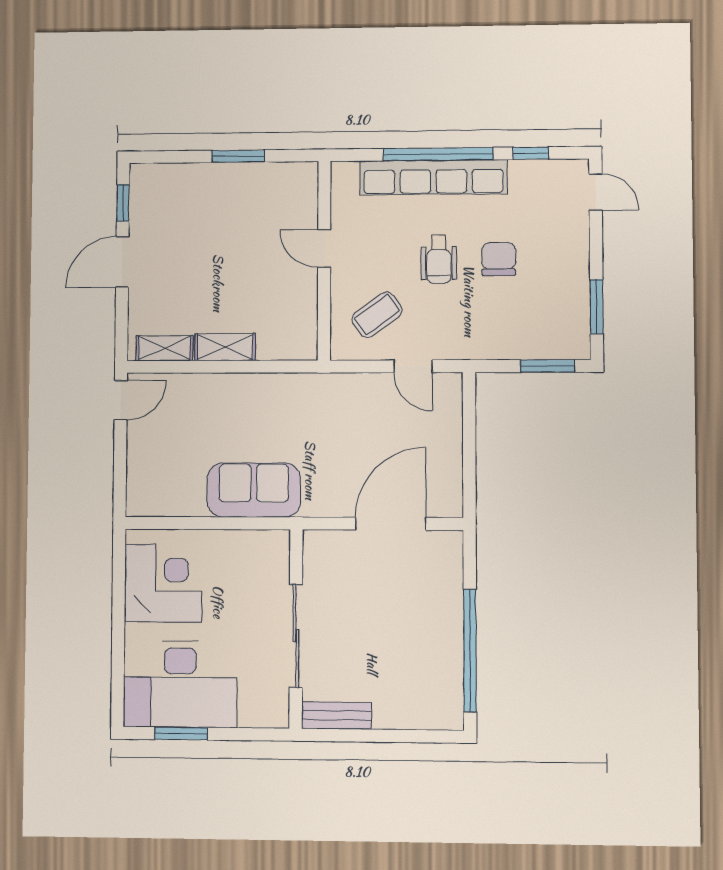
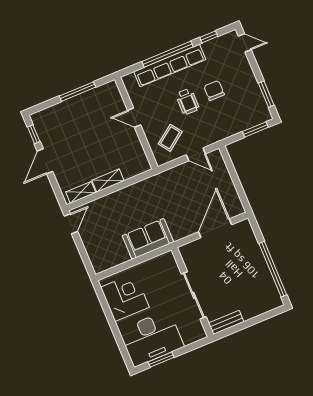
window: (238, 156) -> (77, 92), width x1.44

